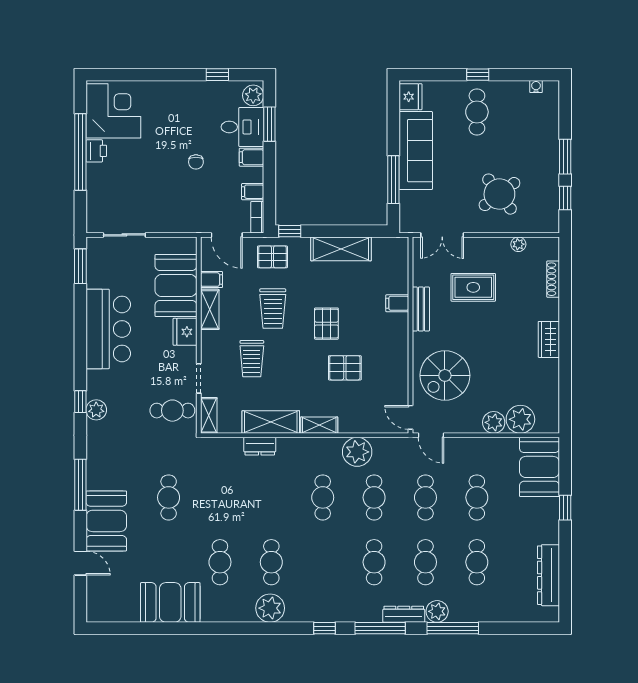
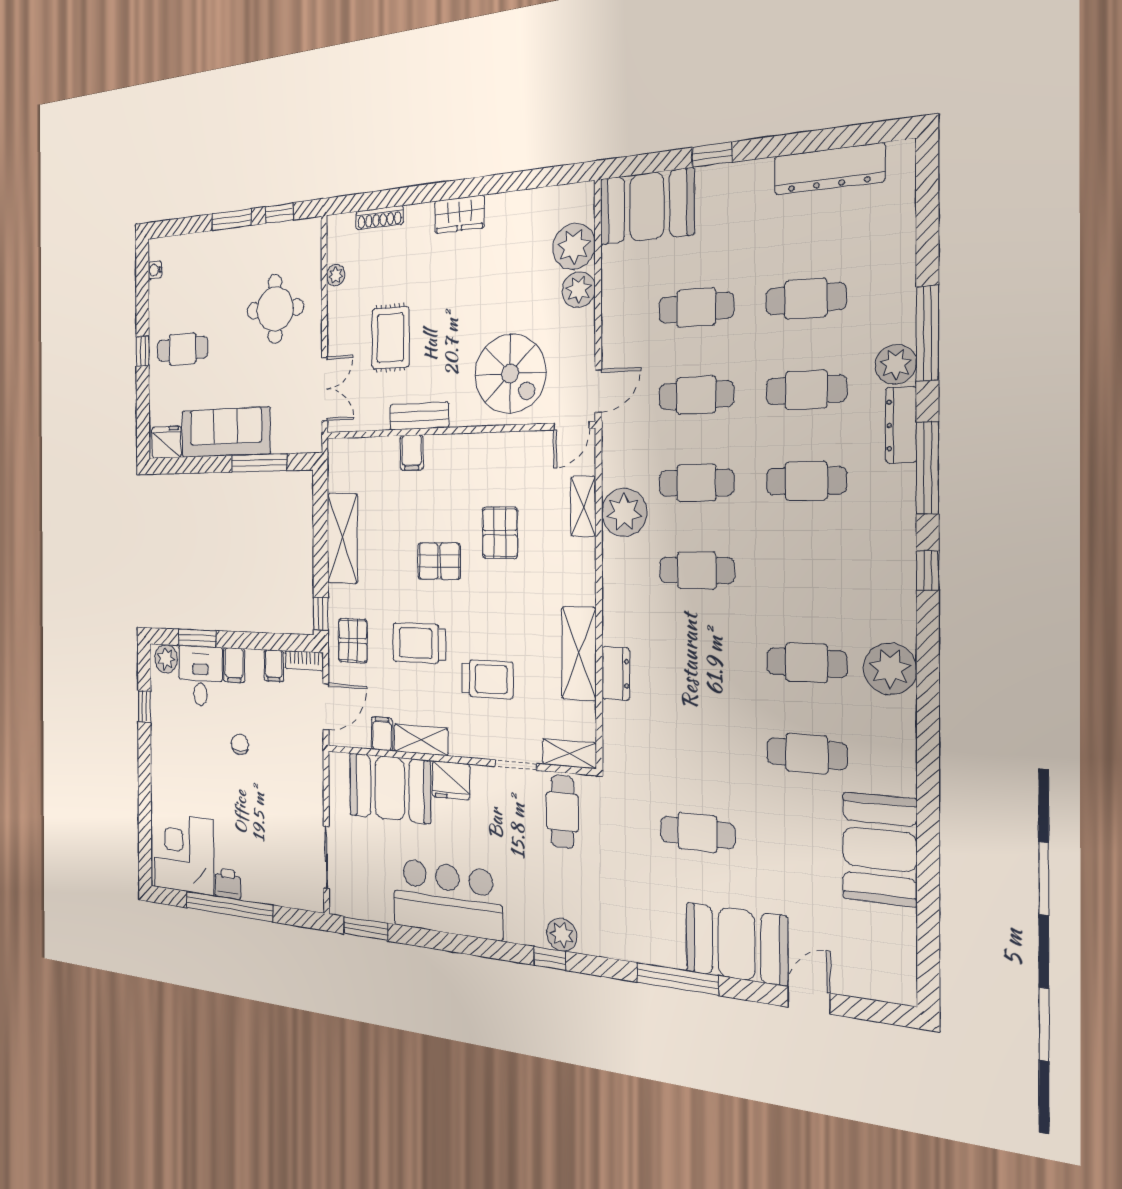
chair: (196, 162) -> (240, 744), turned -90
round table: (499, 194) -> (275, 309), turned 37
trolley: (273, 309) -> (419, 643), turned 180
shelving: (319, 425) -> (583, 506), moved

